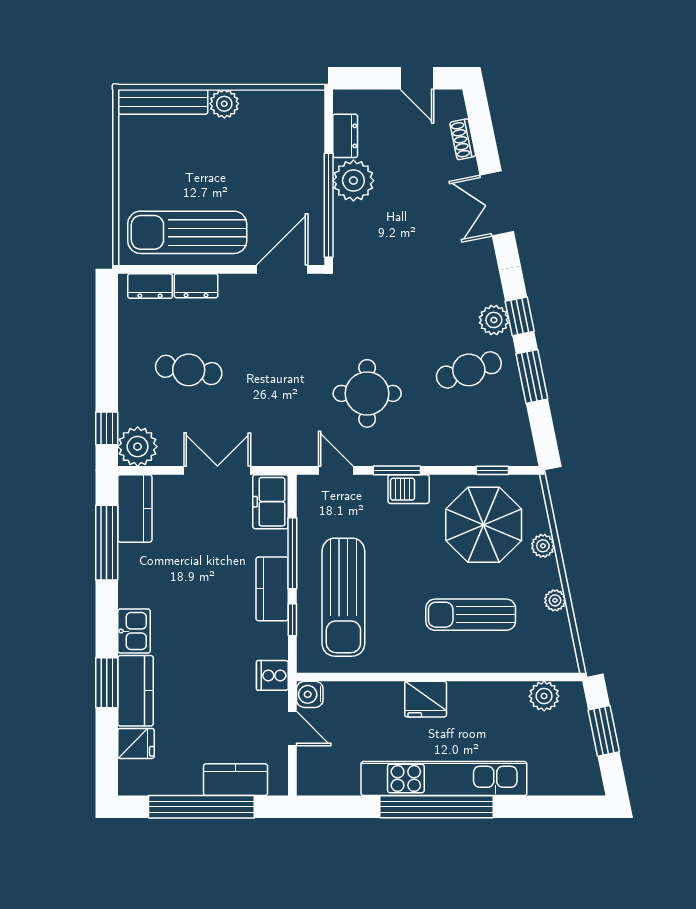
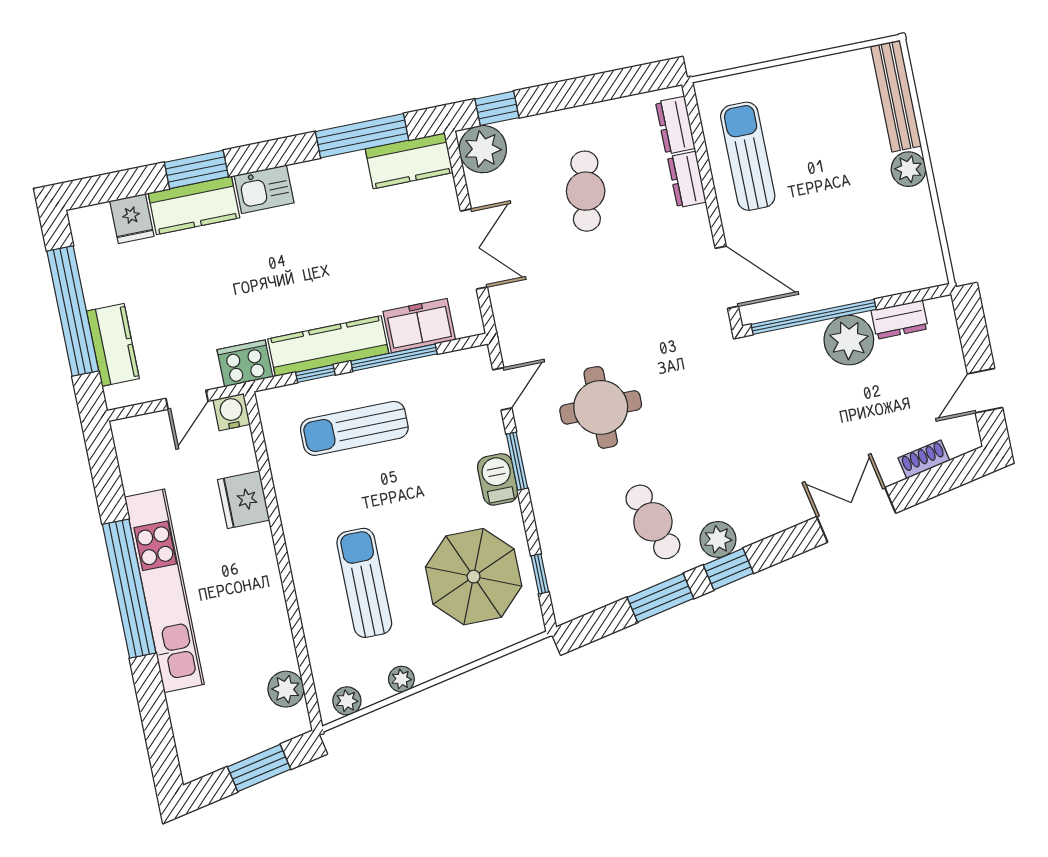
sun lounger: (187, 232) -> (748, 156), width x0.73, depth x0.75
freezer: (271, 502) -> (419, 326), moved
plant: (543, 546) -> (347, 701), moved
kitchen counter: (272, 589) -> (328, 346), width x1.50
sun lounger: (343, 597) -> (354, 428), width x0.73, depth x0.75
cooker: (272, 675) -> (245, 363), width x1.36
fridge: (426, 699) -> (244, 500), moved

